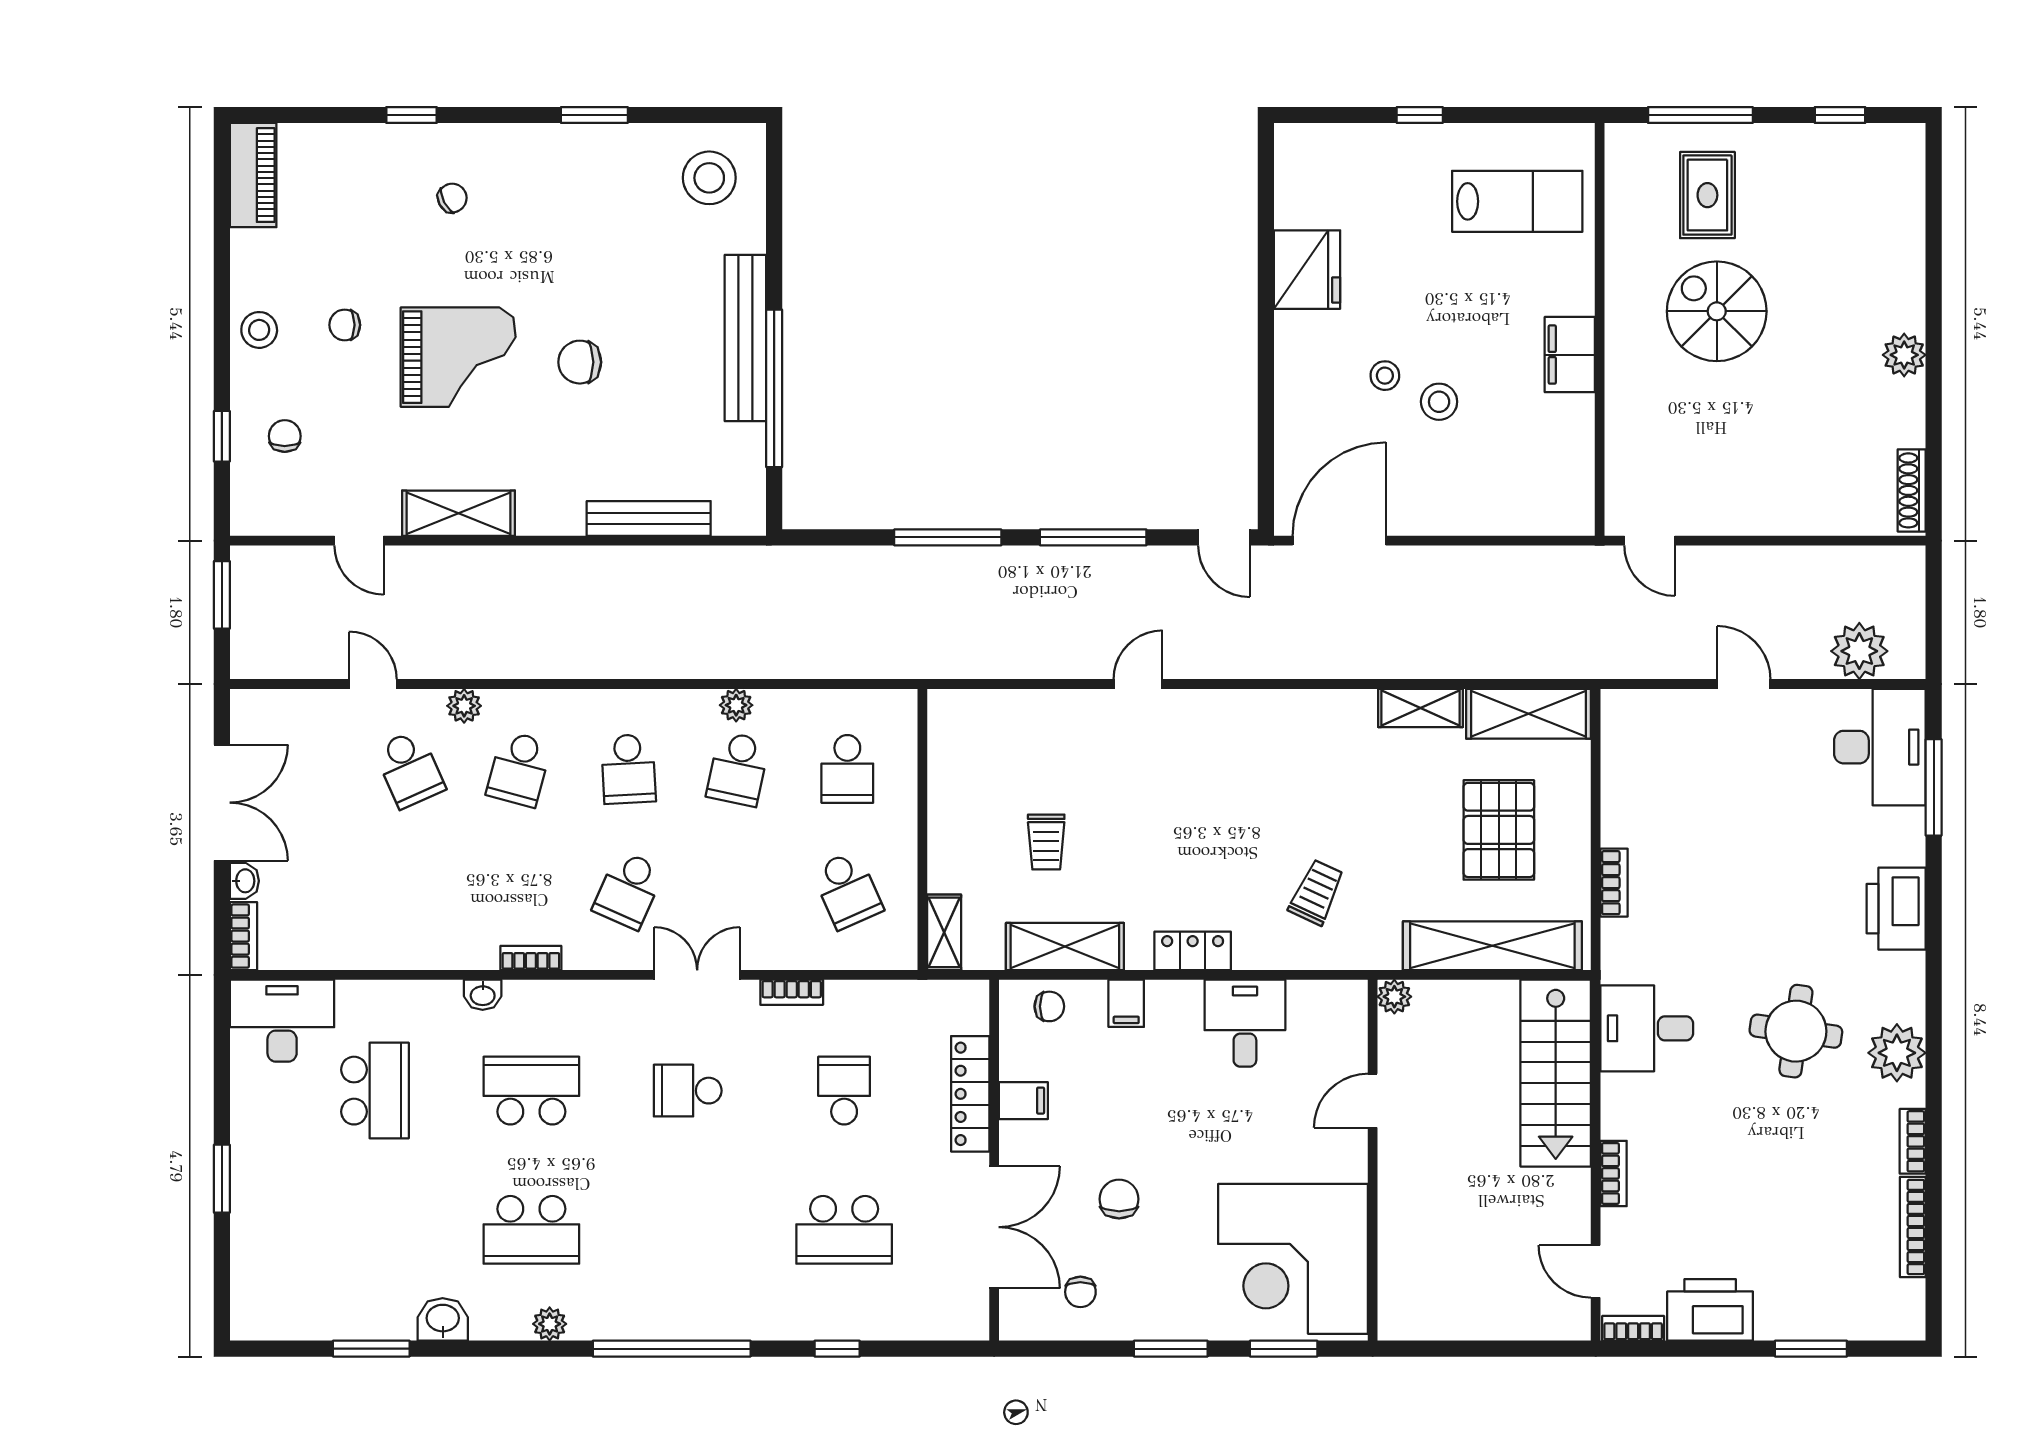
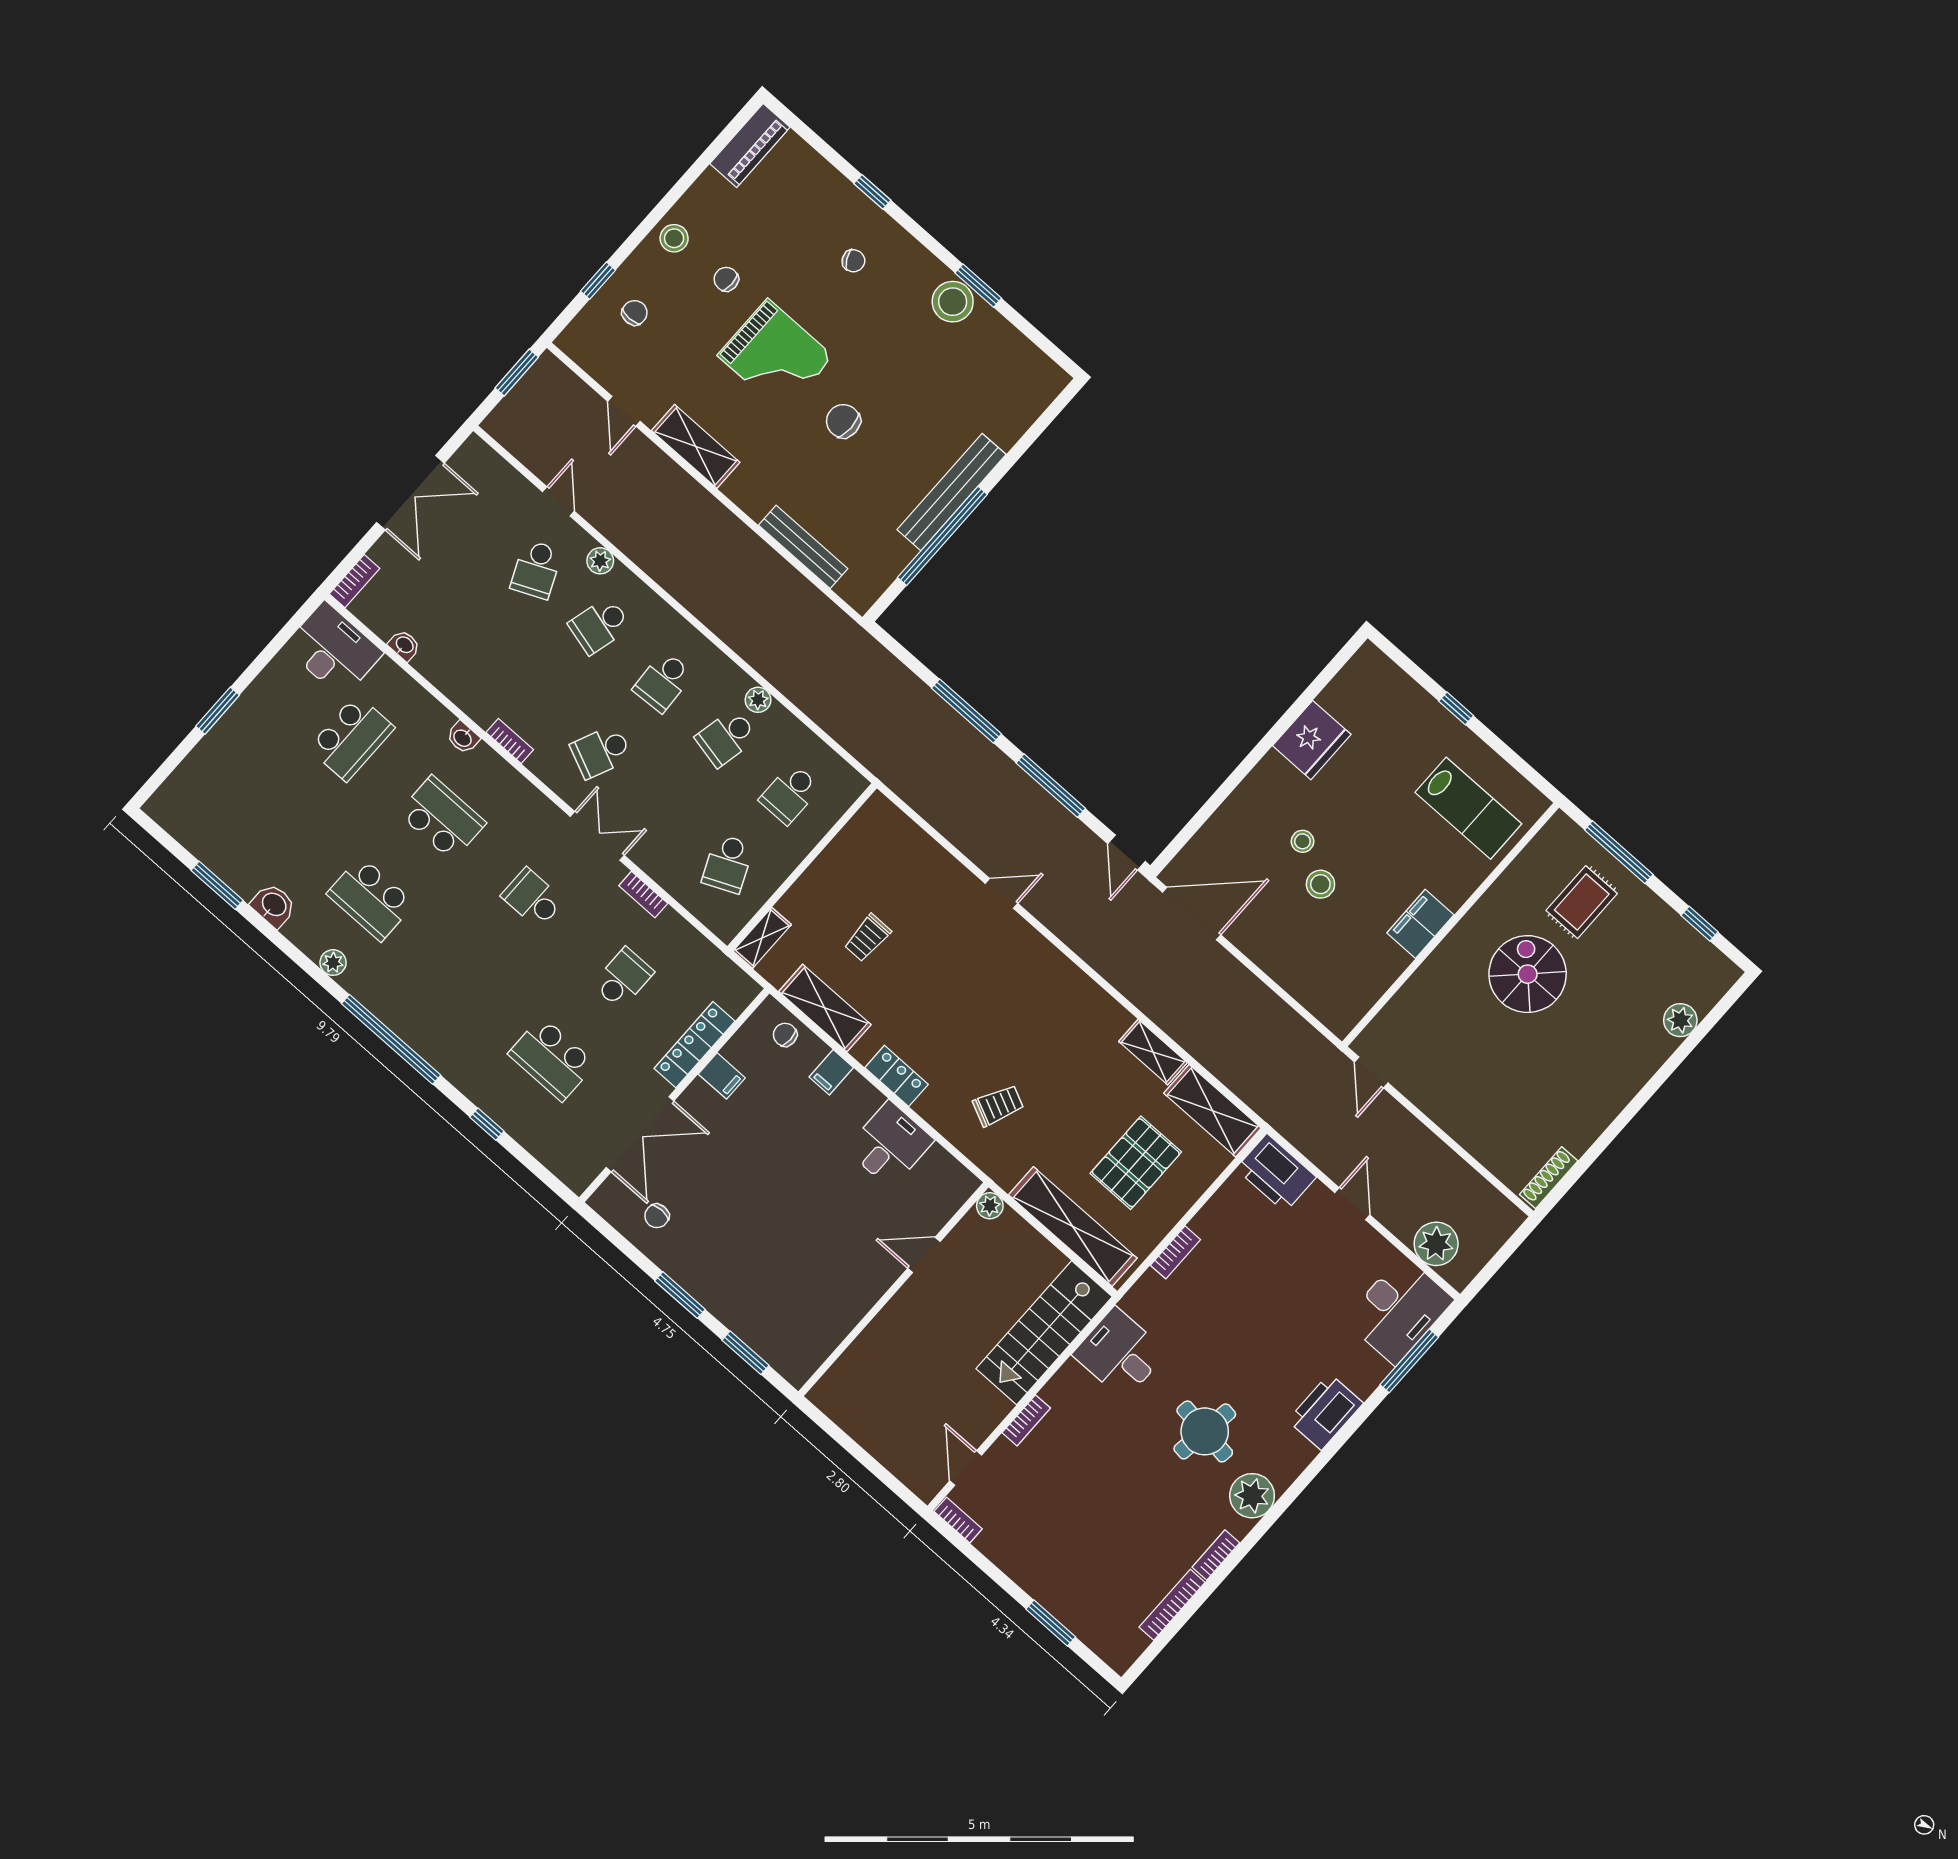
stool: (709, 178) -> (953, 302), moved
plant: (1904, 355) -> (1680, 1020), moved
washbasin: (244, 881) -> (404, 645), moved, turned -90
chair: (1049, 1006) -> (785, 1035), turned 180
chair: (1119, 1199) -> (727, 1182), removed
corner desk: (1293, 1259) -> (797, 1306), removed
printer: (1710, 1310) -> (1276, 1173), moved, turned 180

